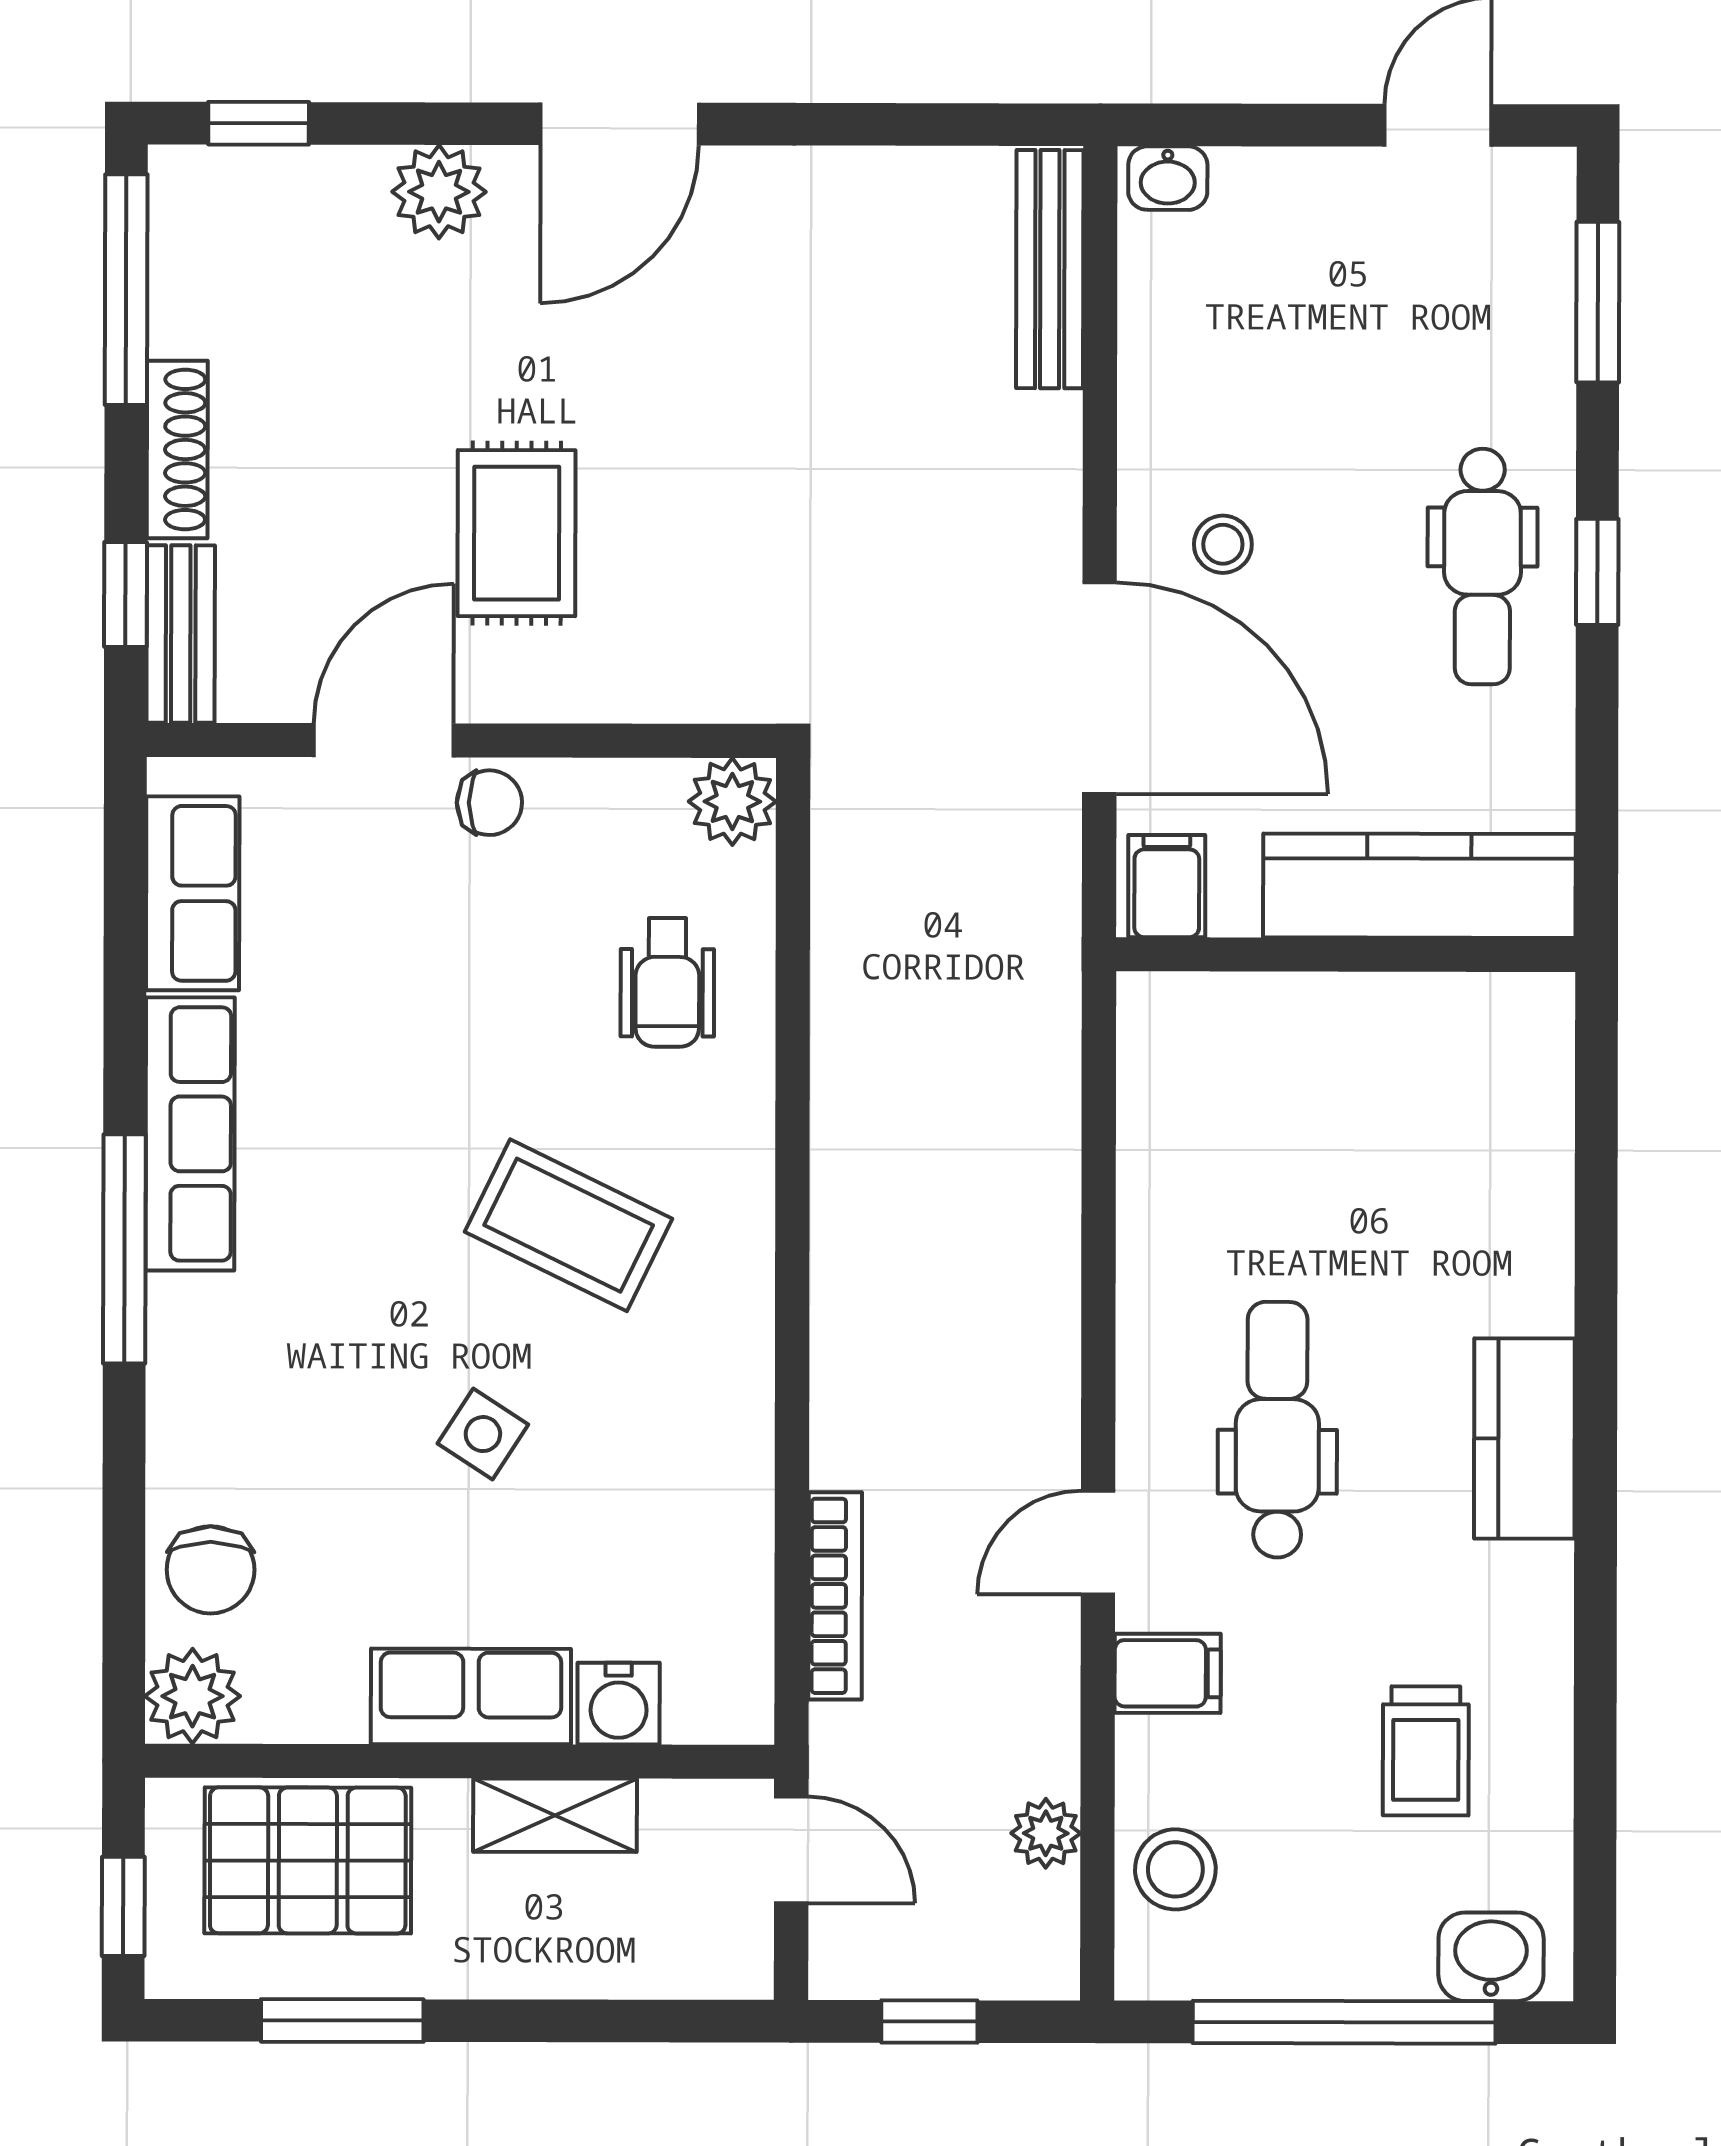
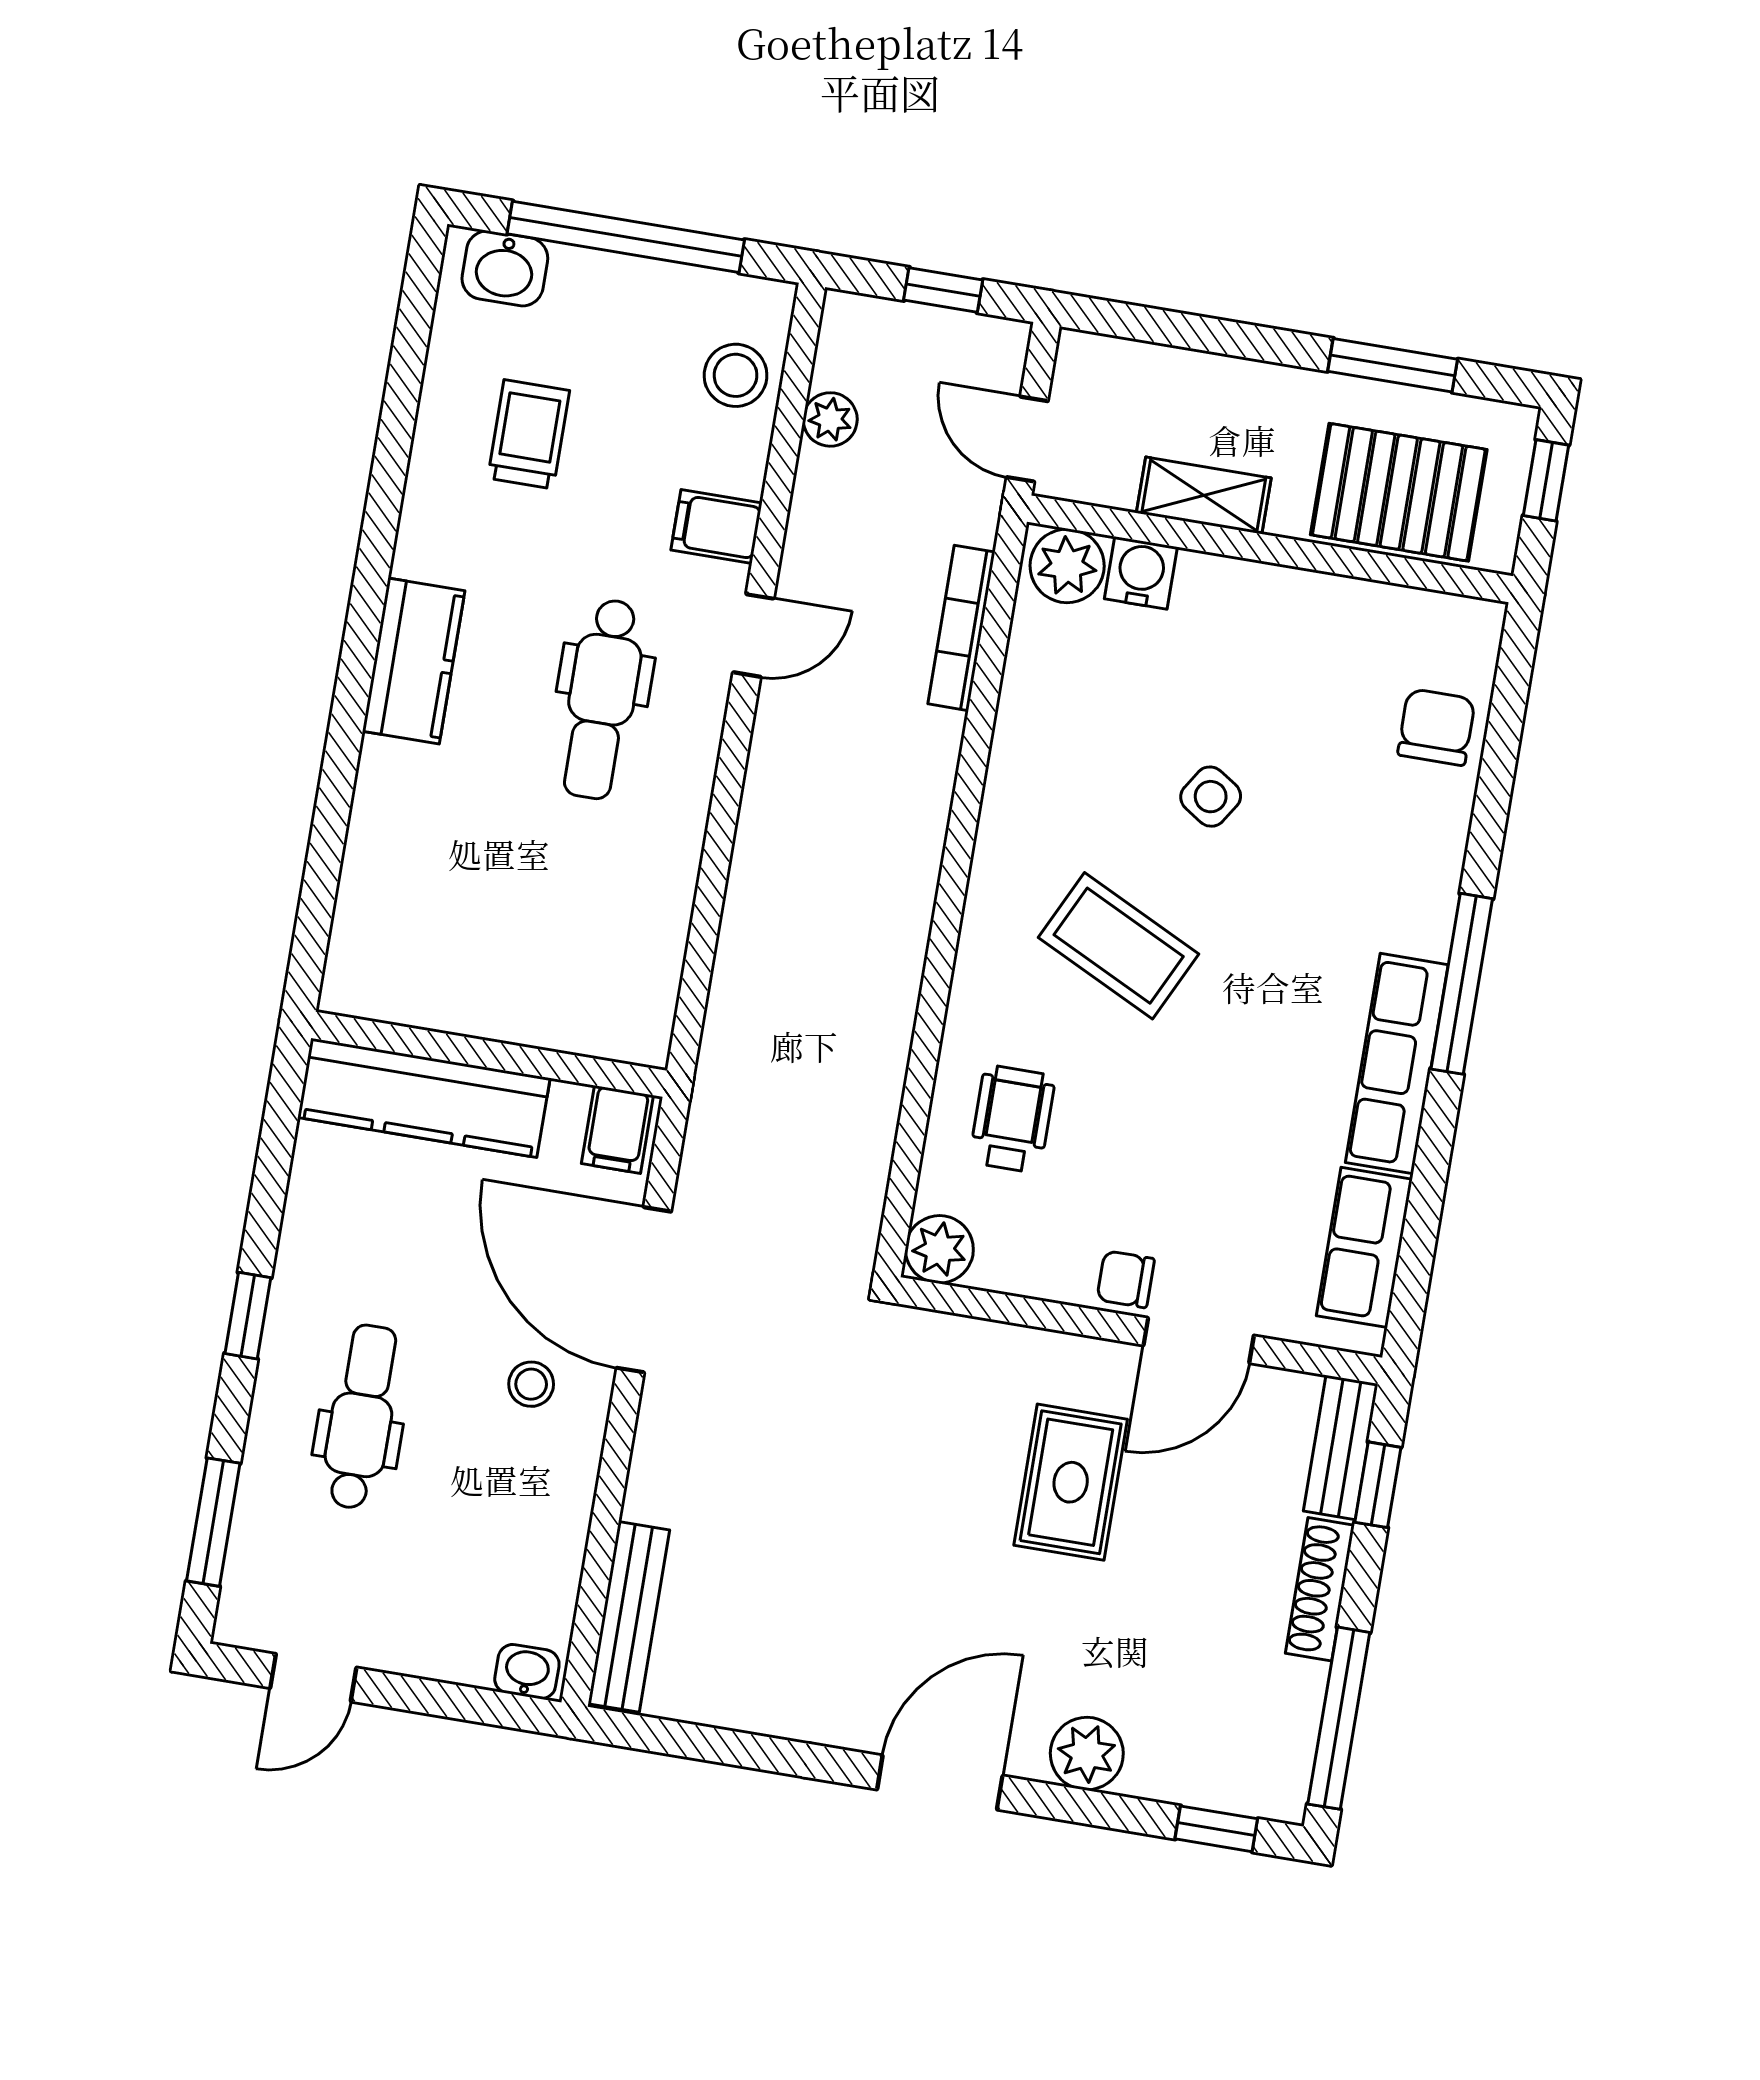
dental chair: (1482, 566) -> (361, 1417), moved
plant: (193, 1696) -> (1067, 566), moved
row of seats: (471, 1696) -> (1253, 597), removed

